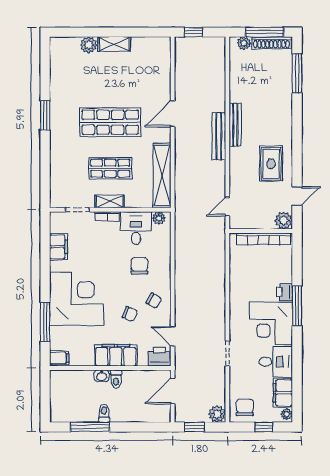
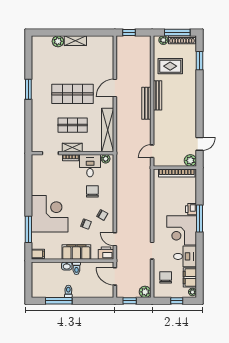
window: (297, 73) -> (199, 61), width x0.69
rug: (271, 164) -> (170, 66), moved, turned 90
filing cabinet: (58, 247) -> (37, 178), removed
door: (173, 391) -> (115, 276), hinge flipped
chair: (245, 407) -> (166, 277), moved

